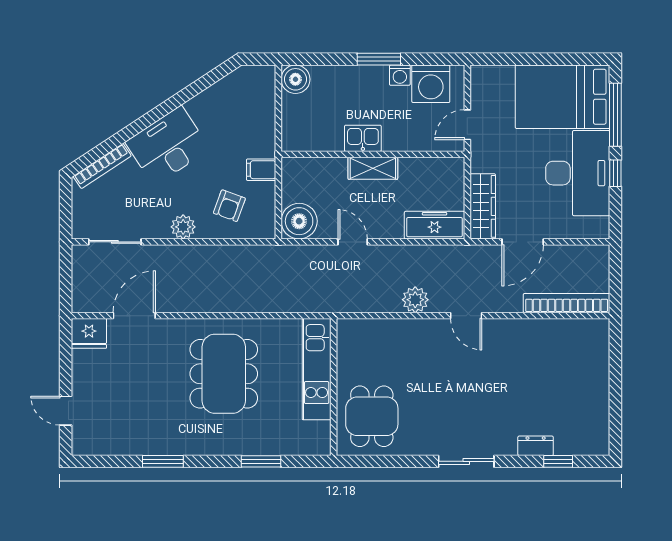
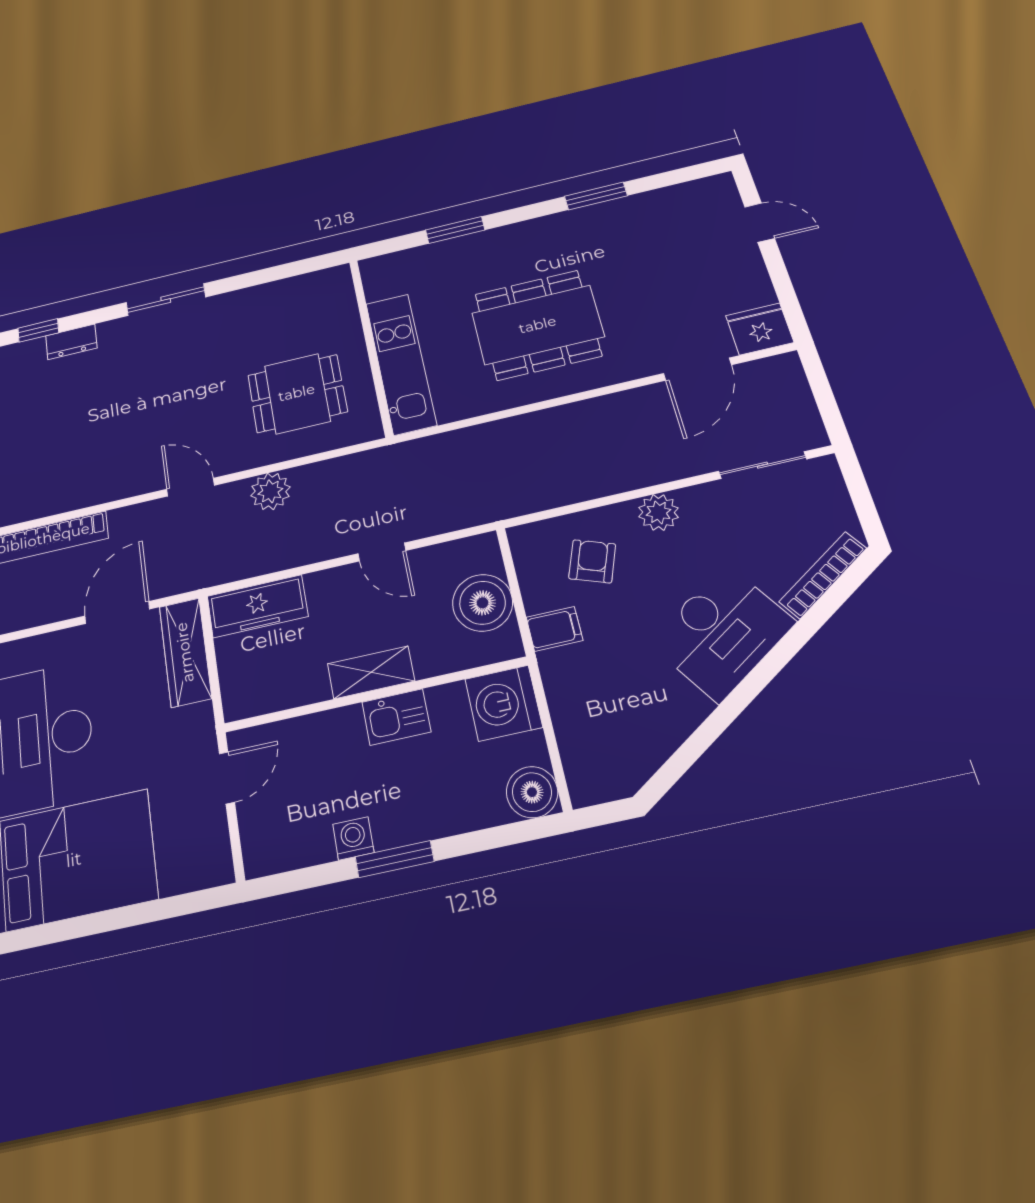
washing machine: (431, 84) -> (504, 703), moved, turned -90
boiler: (299, 221) -> (483, 603), moved
dining table: (224, 374) -> (538, 325), turned 90
dining table: (372, 416) -> (297, 393), moved, turned 90

